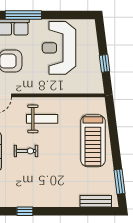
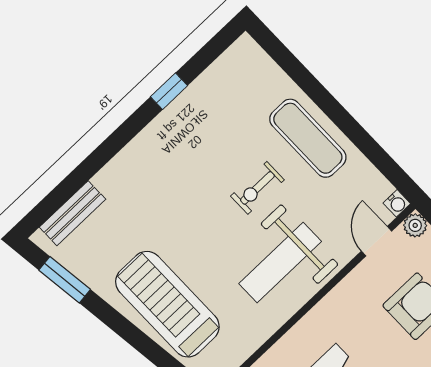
weight bench: (42, 119) -> (280, 263), width x1.36, depth x1.33

